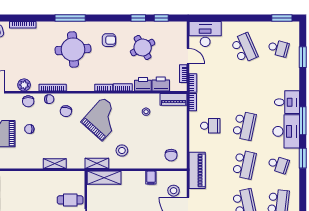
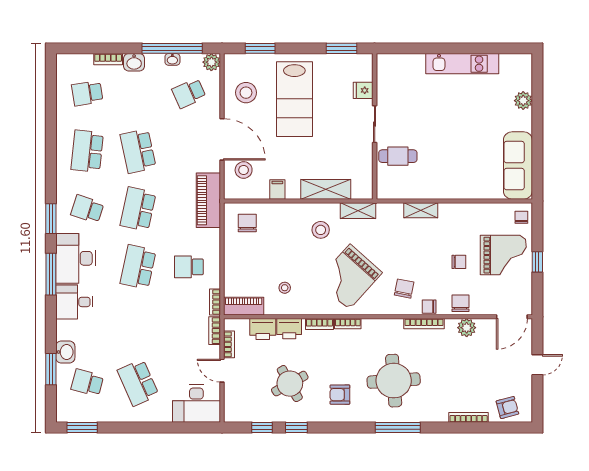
washbasin: (293, 69) -> (65, 352), added
shelving: (104, 178) -> (326, 189), moved

